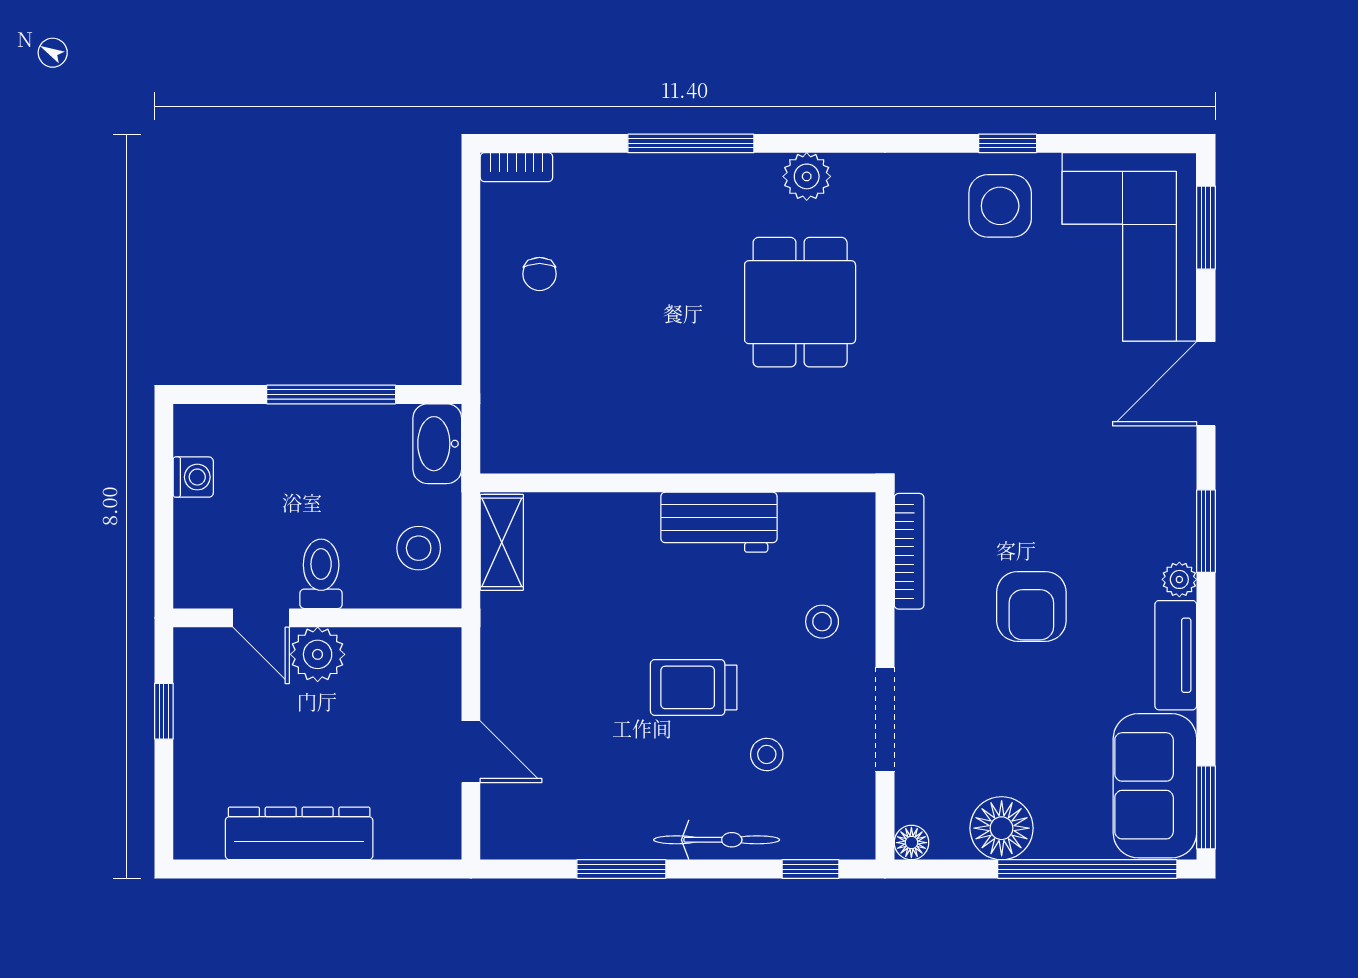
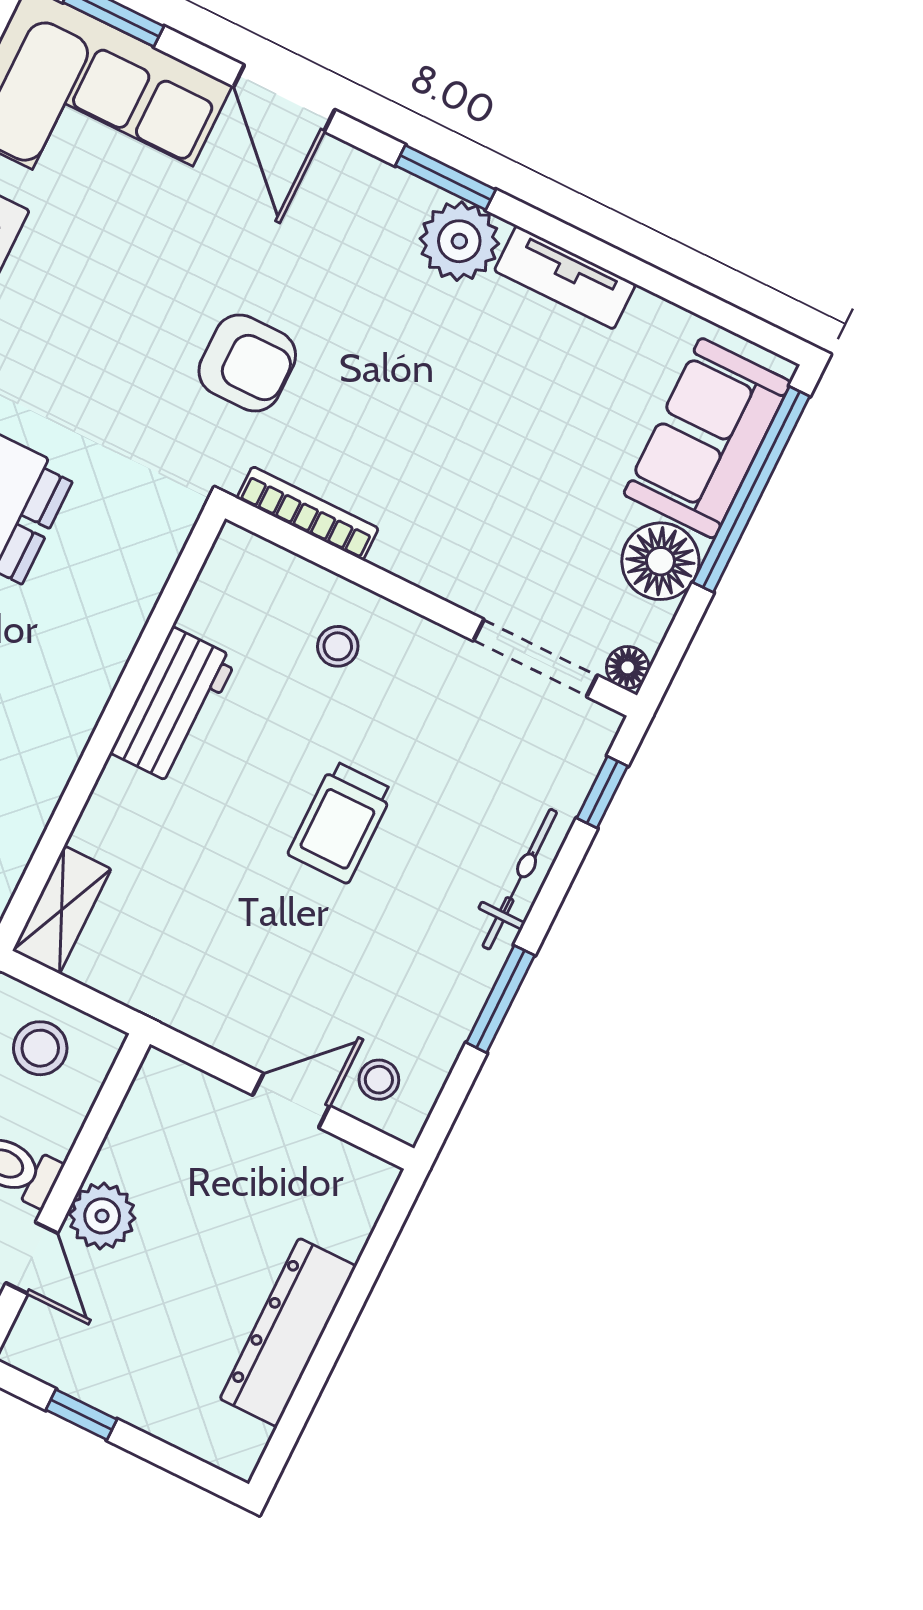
shelving: (502, 542) -> (62, 910), moved, turned 90
plant: (1179, 579) -> (459, 241), width x1.87, depth x1.87
armchair: (1031, 606) -> (247, 363), moved
door: (261, 618) -> (32, 1258), hinge flipped
doorway: (885, 720) -> (535, 658), moved
stool: (767, 754) -> (379, 1080), moved
sofa: (1155, 786) -> (707, 438), moved, turned 90
window: (1206, 807) -> (748, 326), removed

